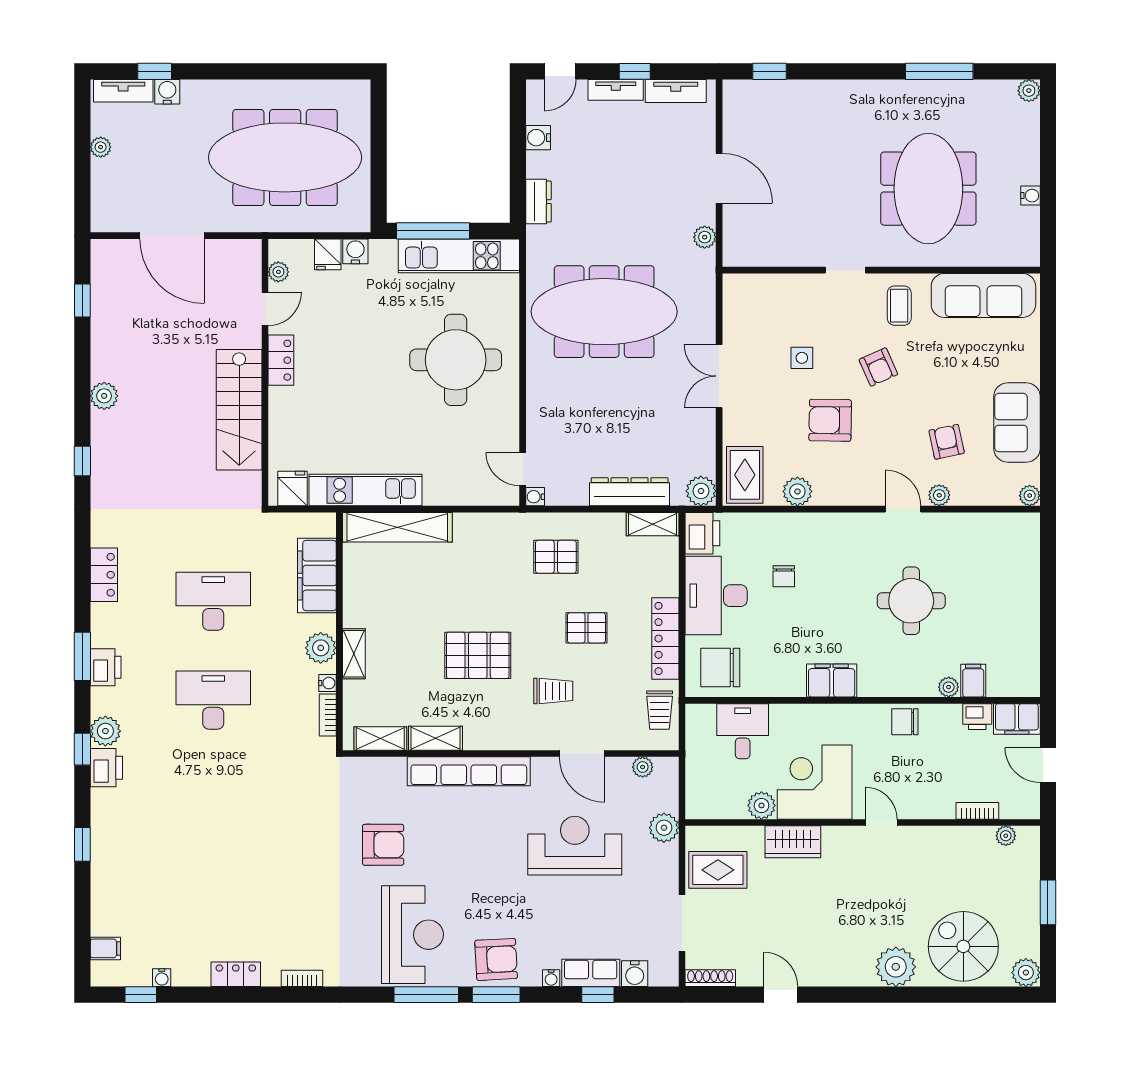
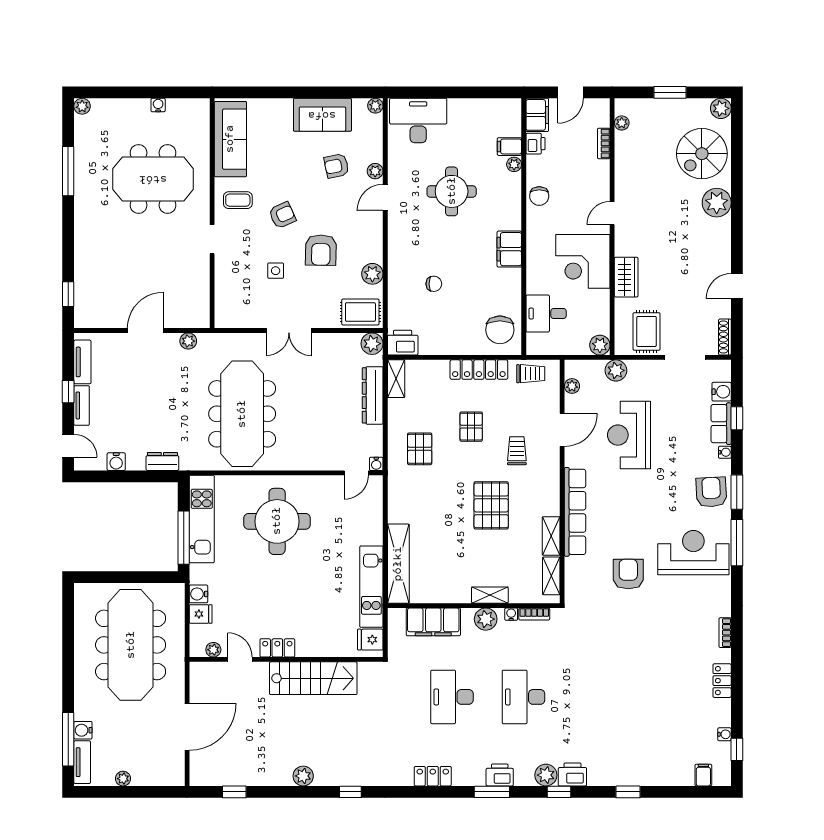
window: (155, 71) -> (68, 739), width x2.17
desk: (716, 596) -> (418, 121), moved, turned 180
plant: (761, 805) -> (600, 345), moved

